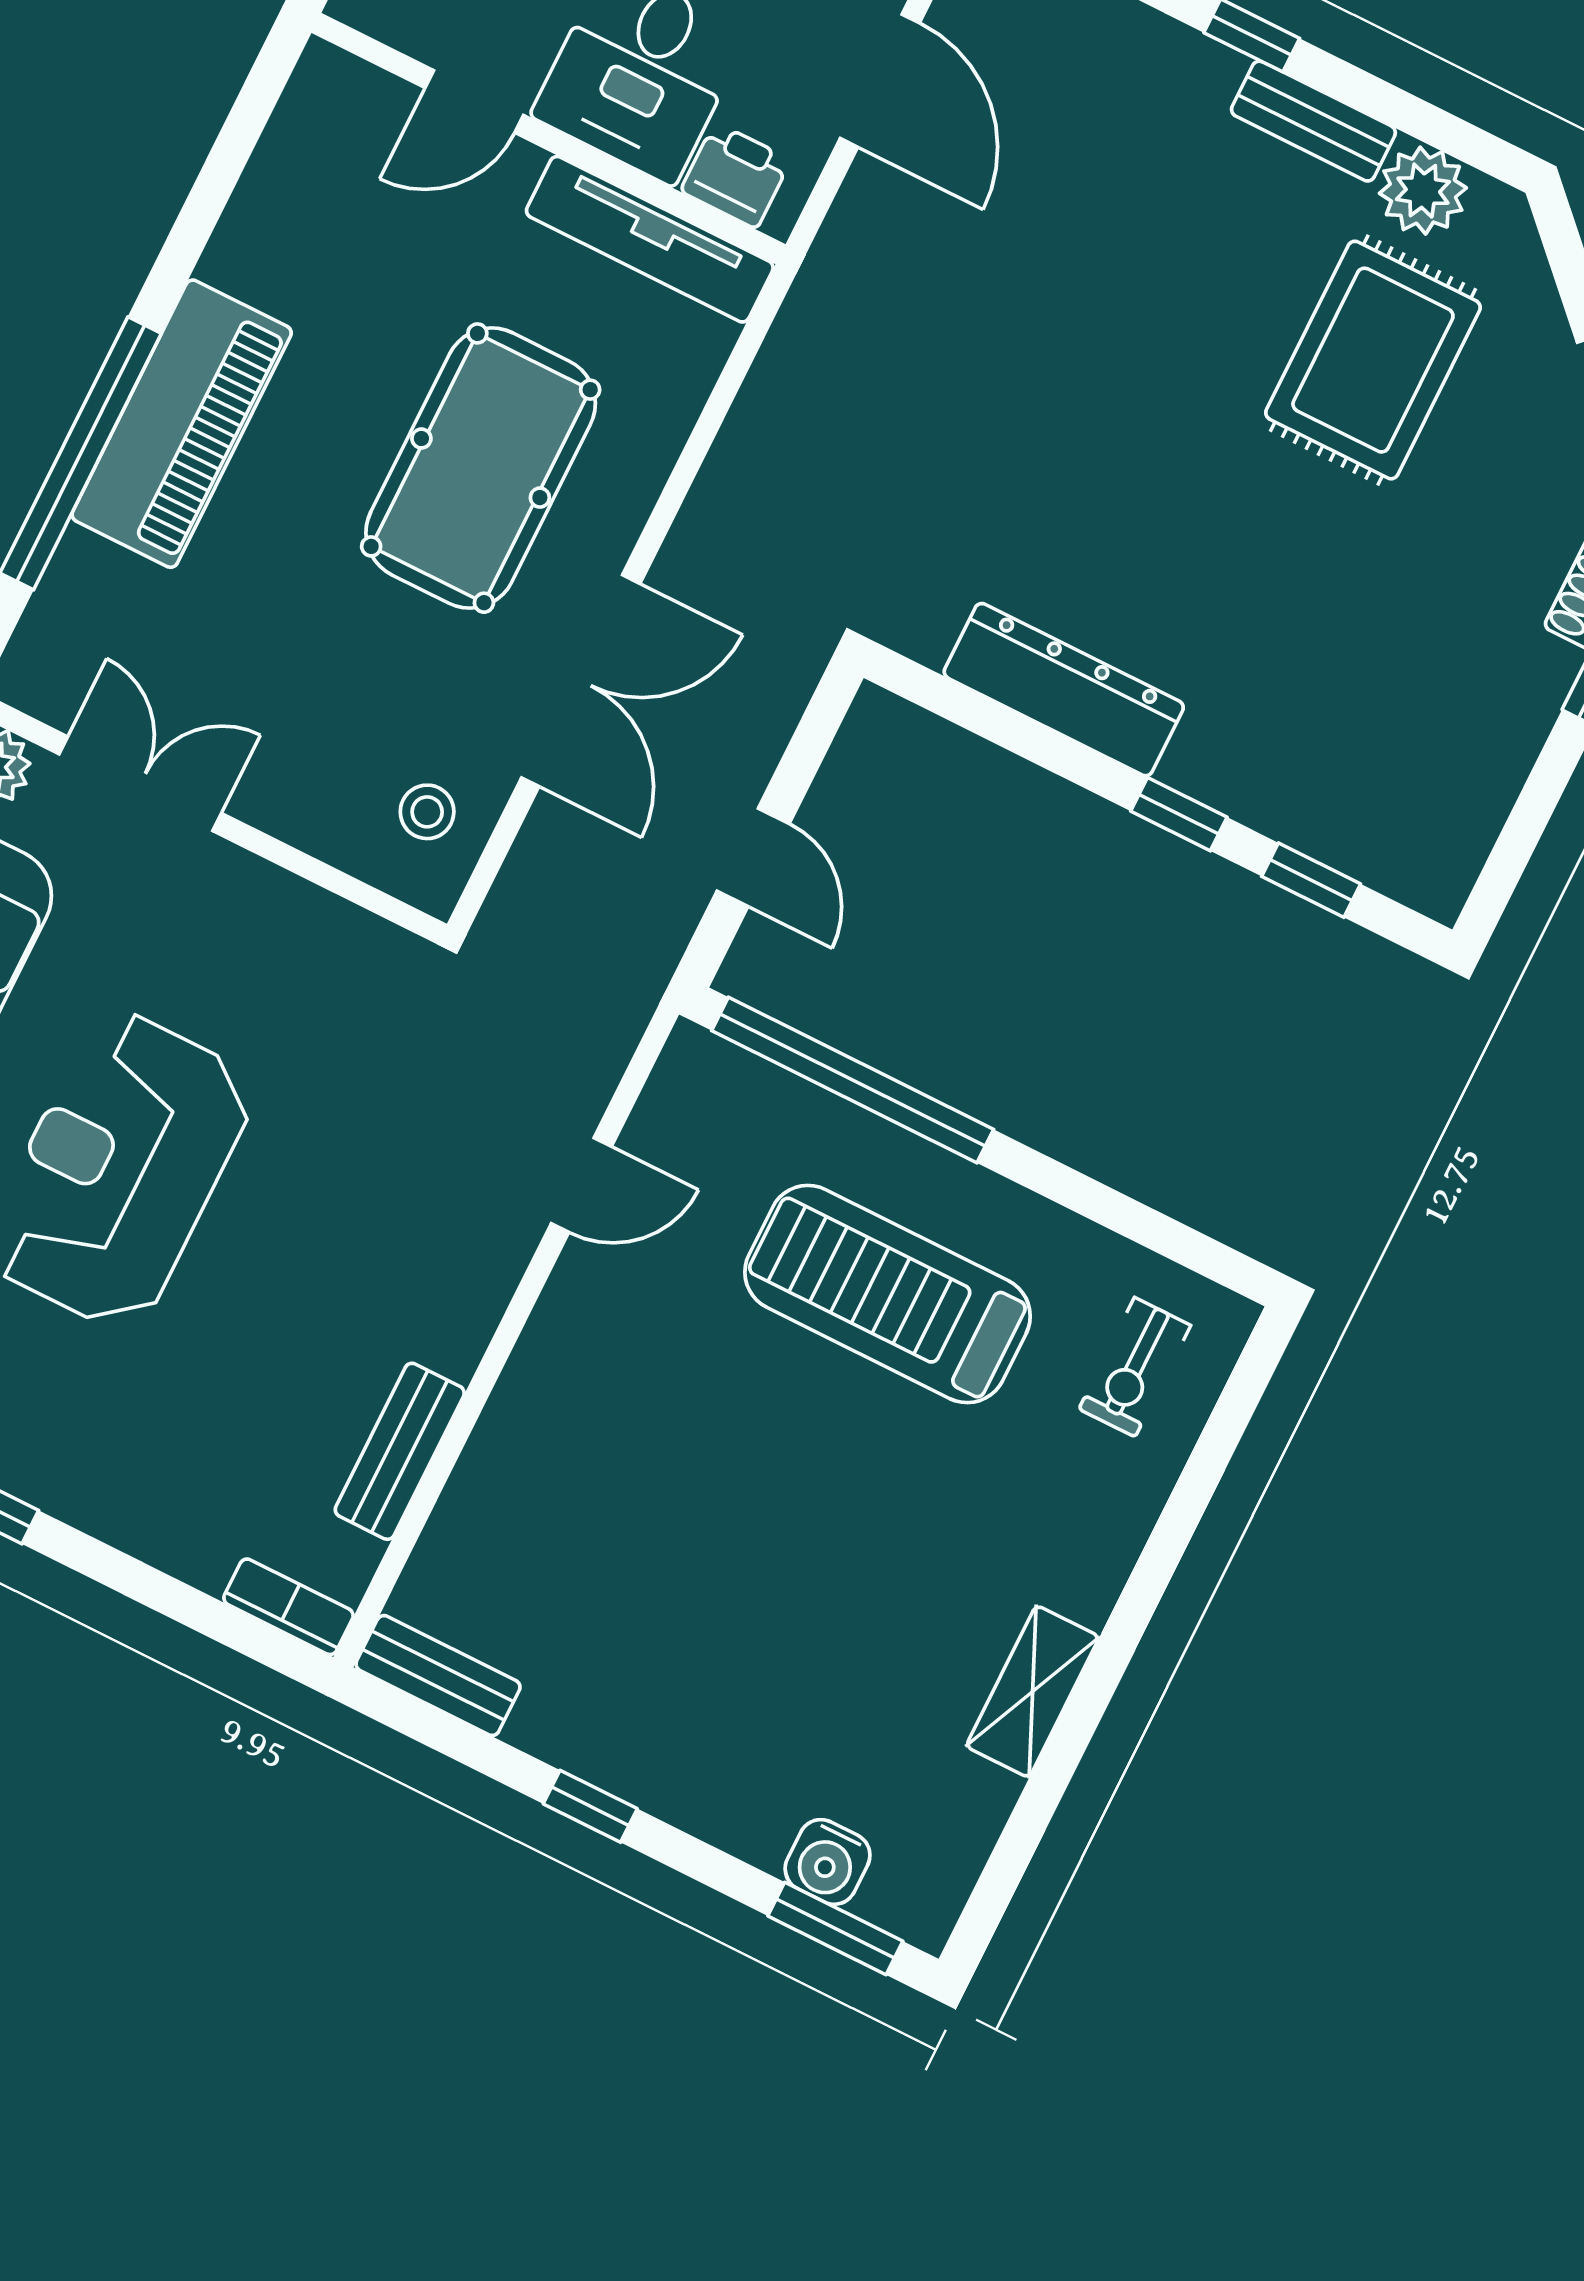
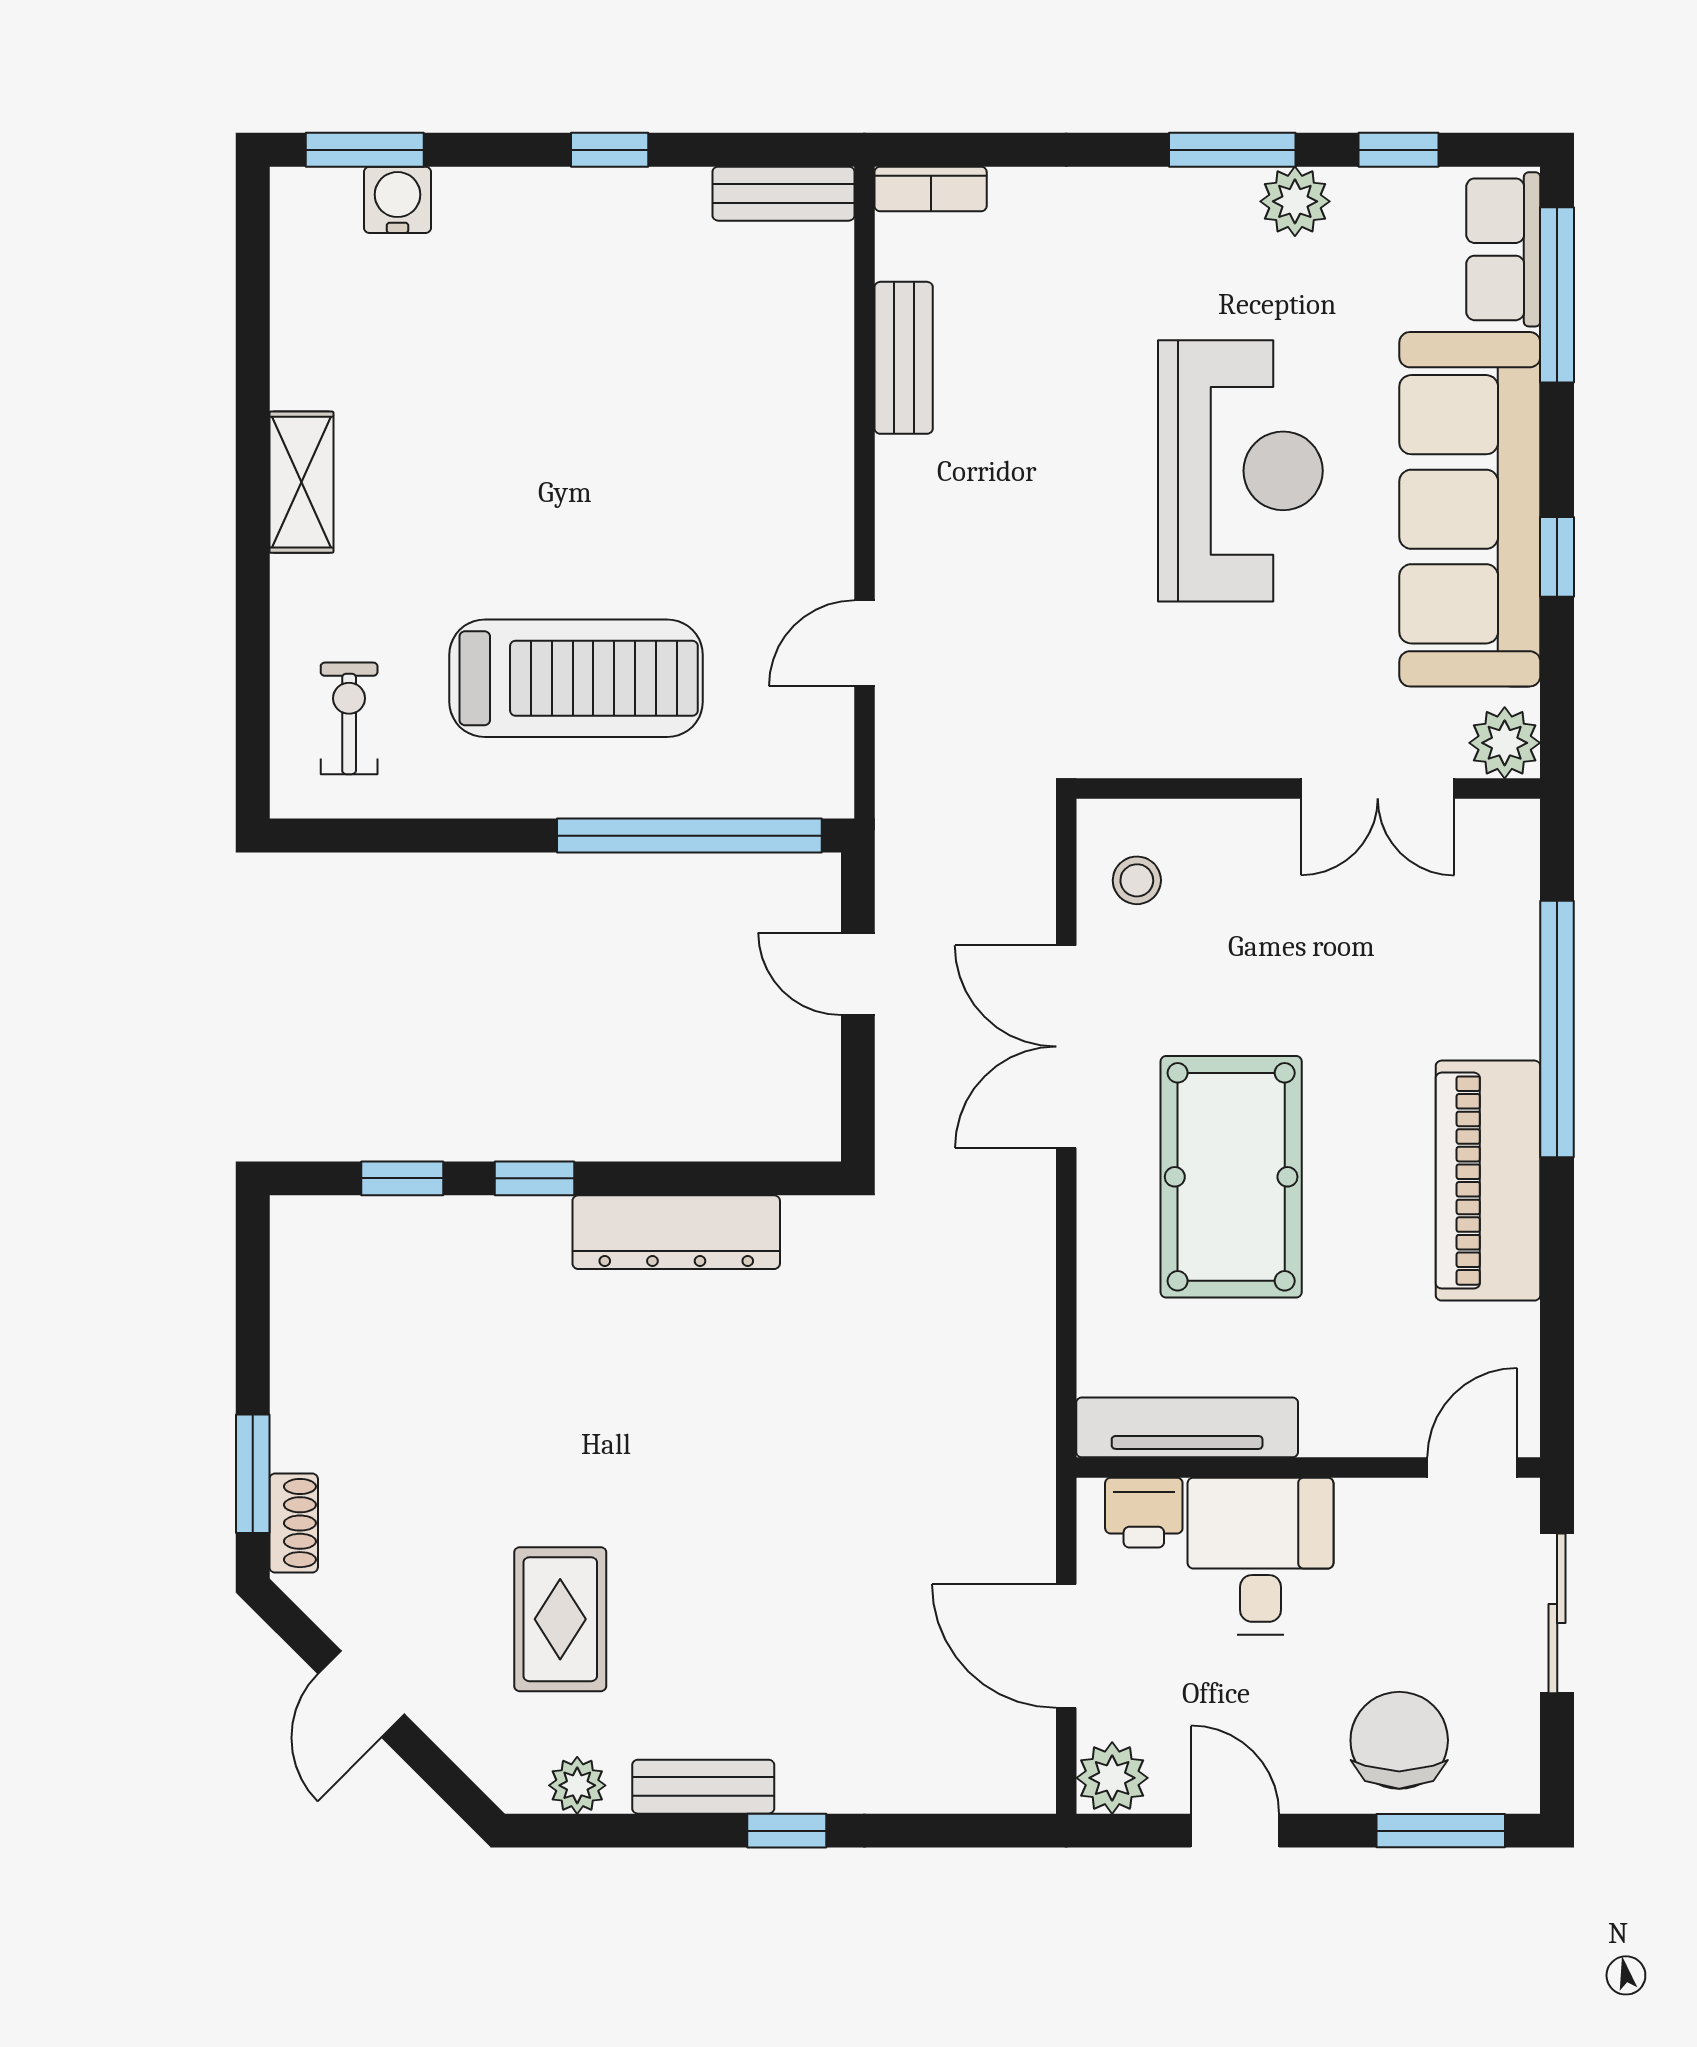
door: (474, 102) -> (1472, 1468), moved
plant: (1423, 191) -> (577, 1785), width x0.73, depth x0.73
rug: (1373, 360) -> (560, 1619), width x0.73, depth x0.70
piano: (182, 424) -> (1488, 1181), moved
shelving: (1033, 1691) -> (301, 482), moved

